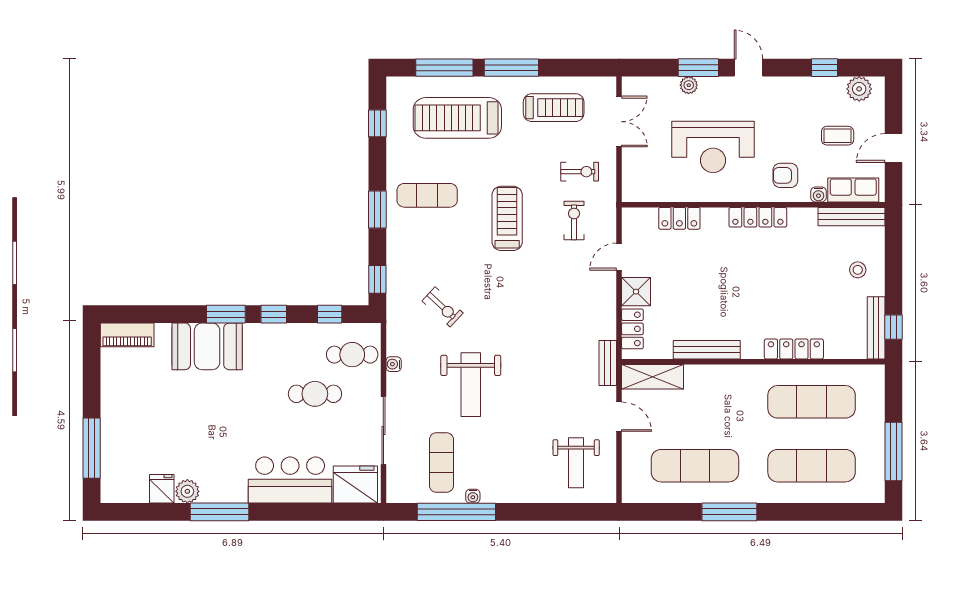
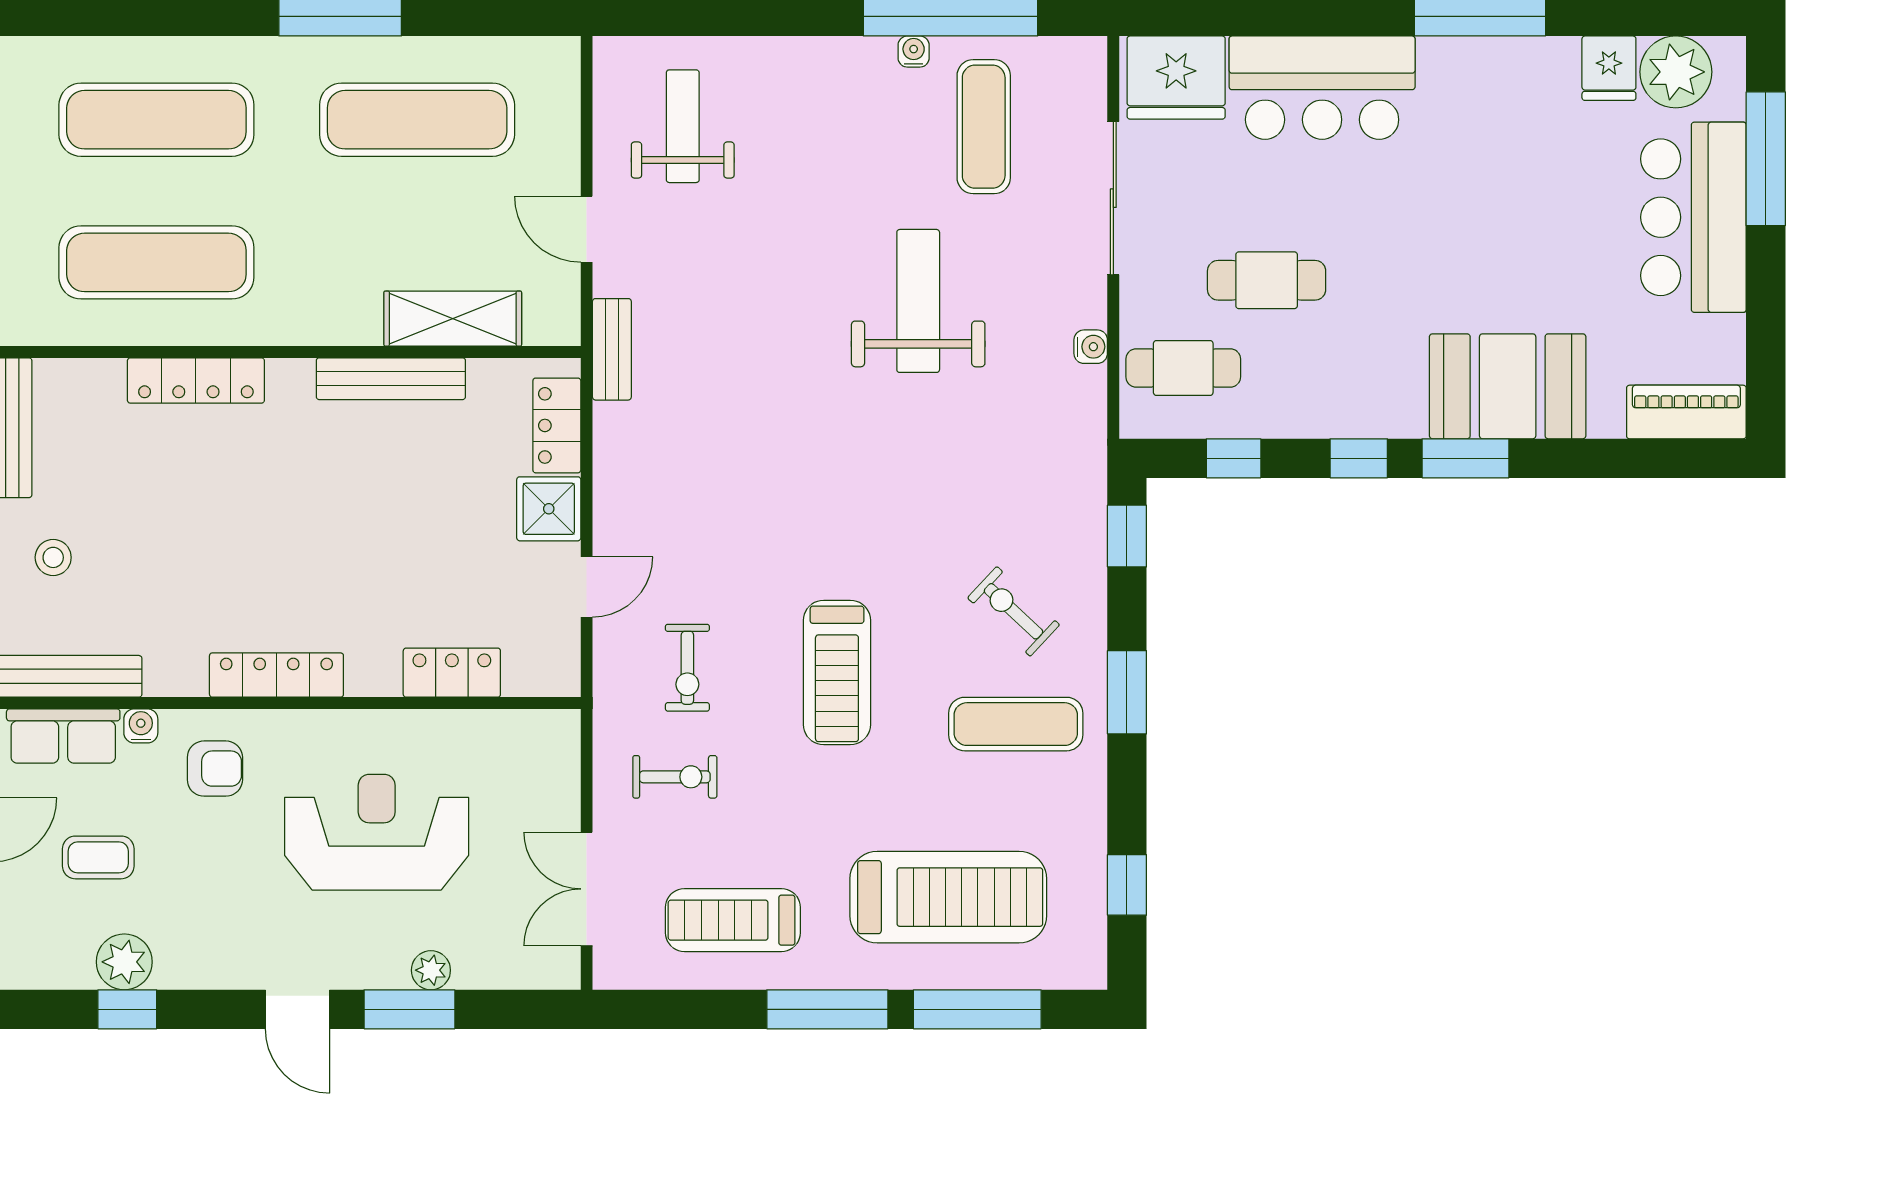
plant: (859, 89) -> (124, 962), moved
exercise bike: (580, 172) -> (675, 777), turned 180
exercise bike: (443, 307) -> (1013, 611), moved
shelving: (653, 377) -> (453, 319), moved
bar counter: (124, 422) -> (1693, 217), added
plant: (187, 491) -> (1676, 72), moved, width x1.36, depth x1.36

